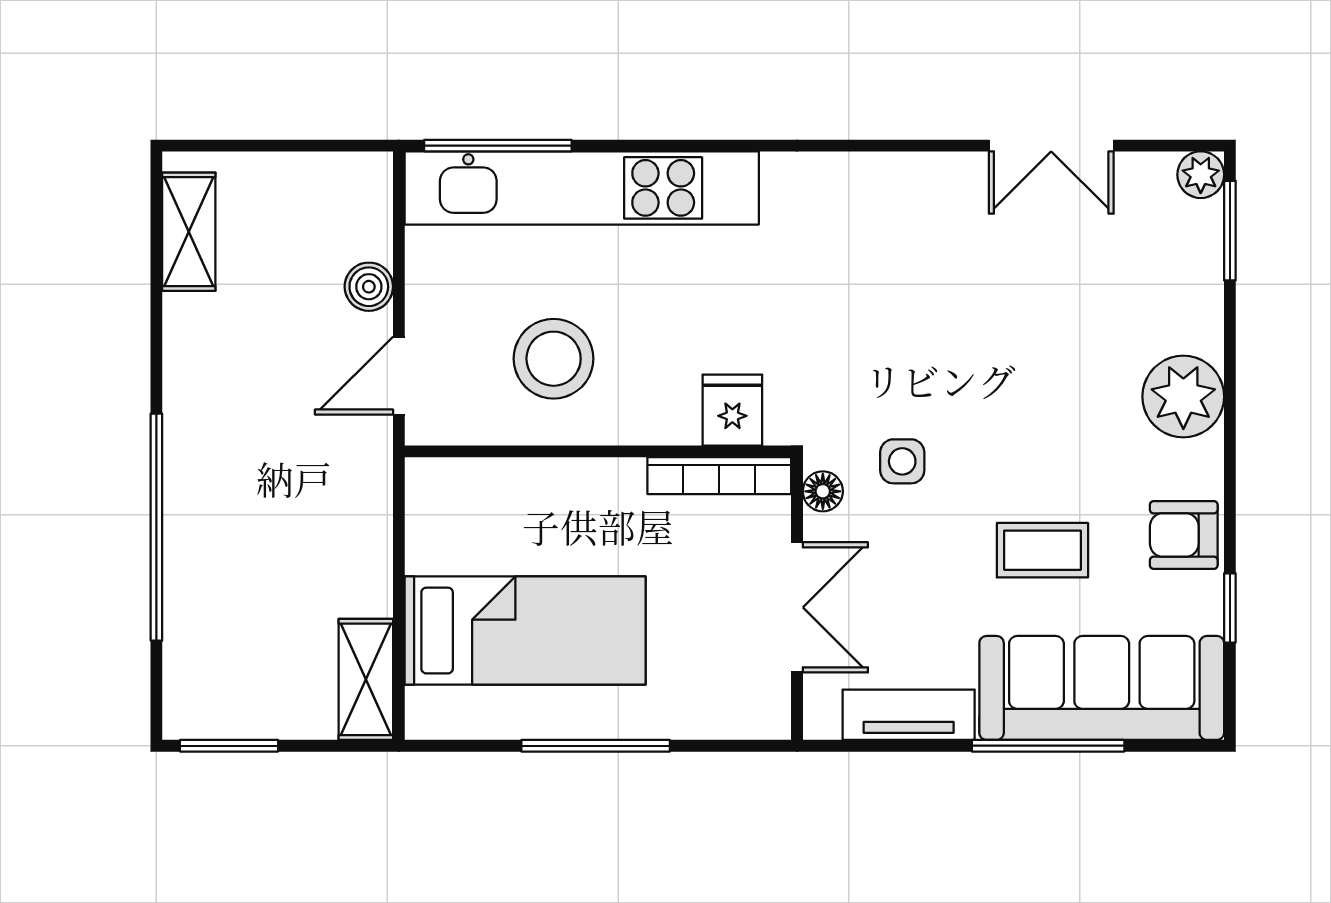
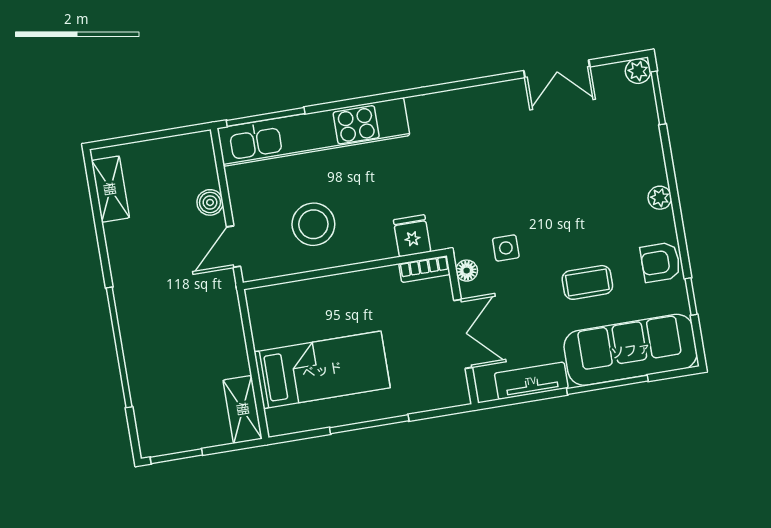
plant: (1183, 397) -> (660, 198), width x0.53, depth x0.53
bookcase: (719, 476) -> (424, 269), width x0.64

